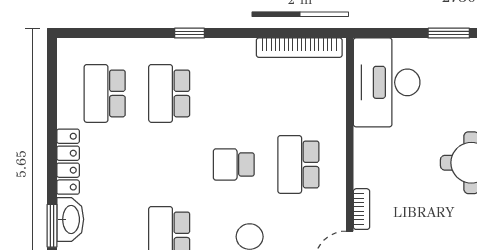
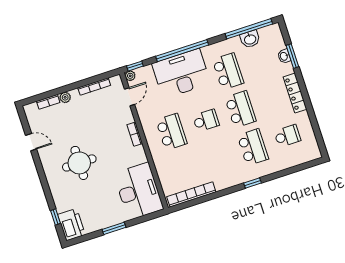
school desk: (105, 93) -> (287, 136), width x0.54
school desk: (169, 164) -> (240, 109), added
bookcase: (362, 209) -> (135, 134), moved
washbasin: (70, 219) -> (284, 56), width x0.52, depth x0.69

